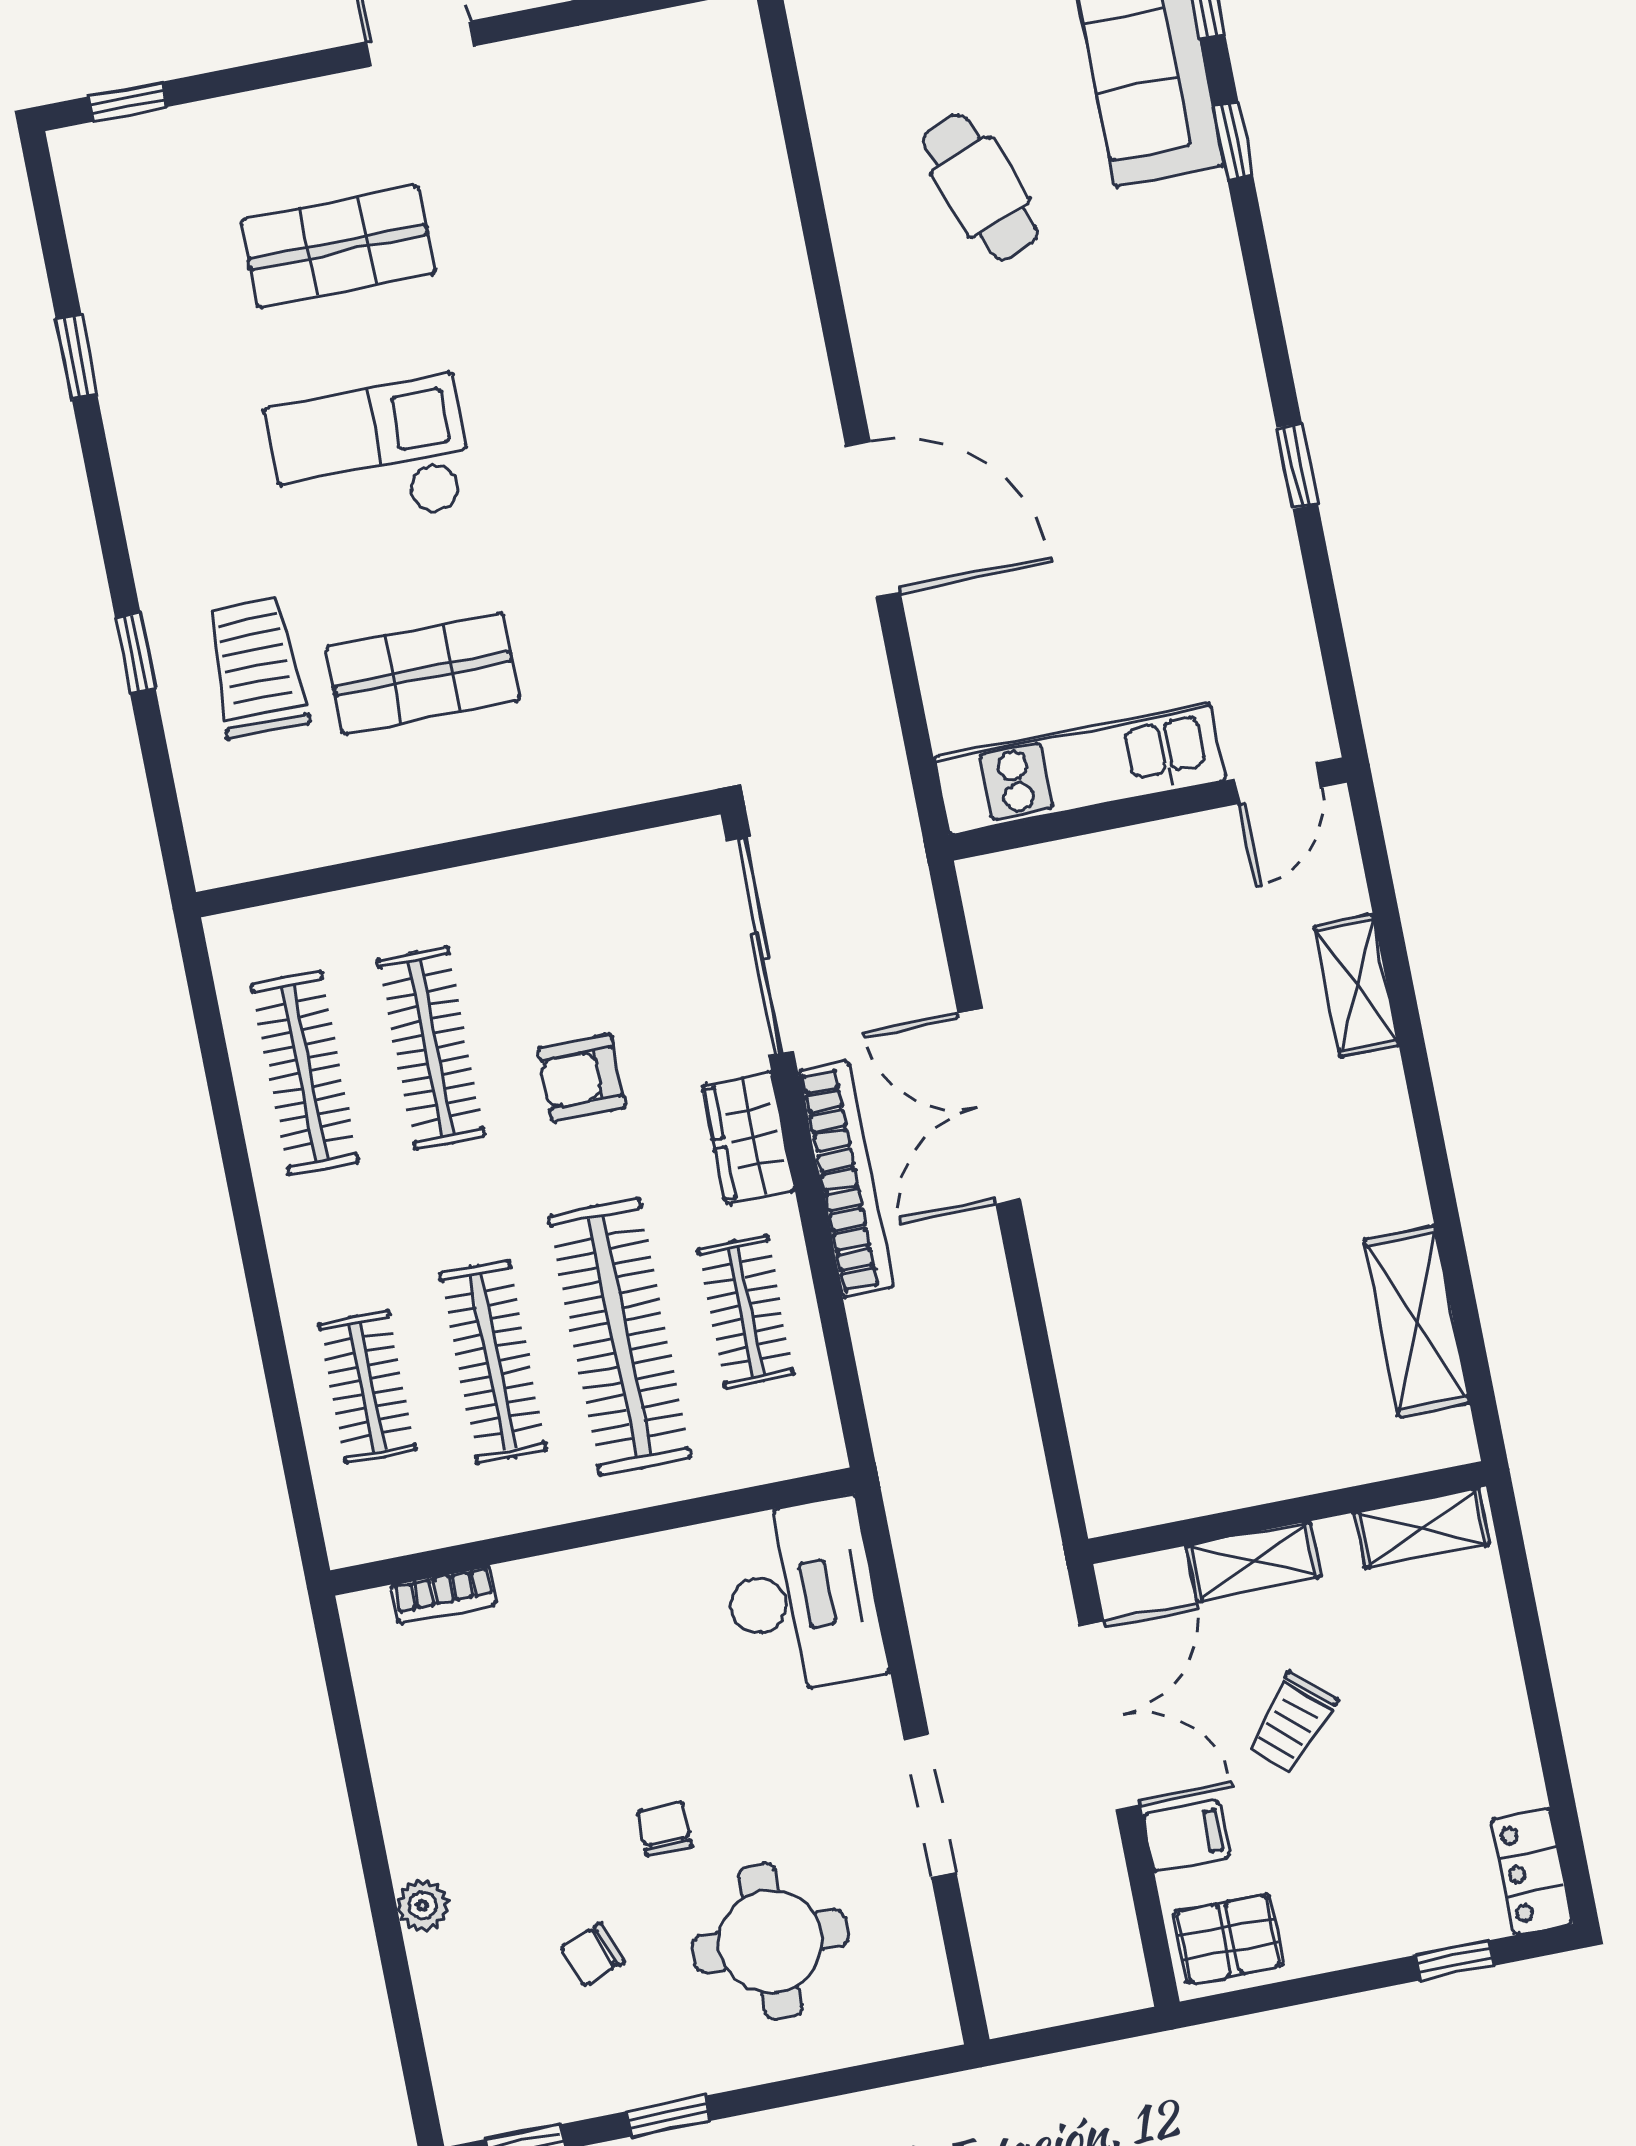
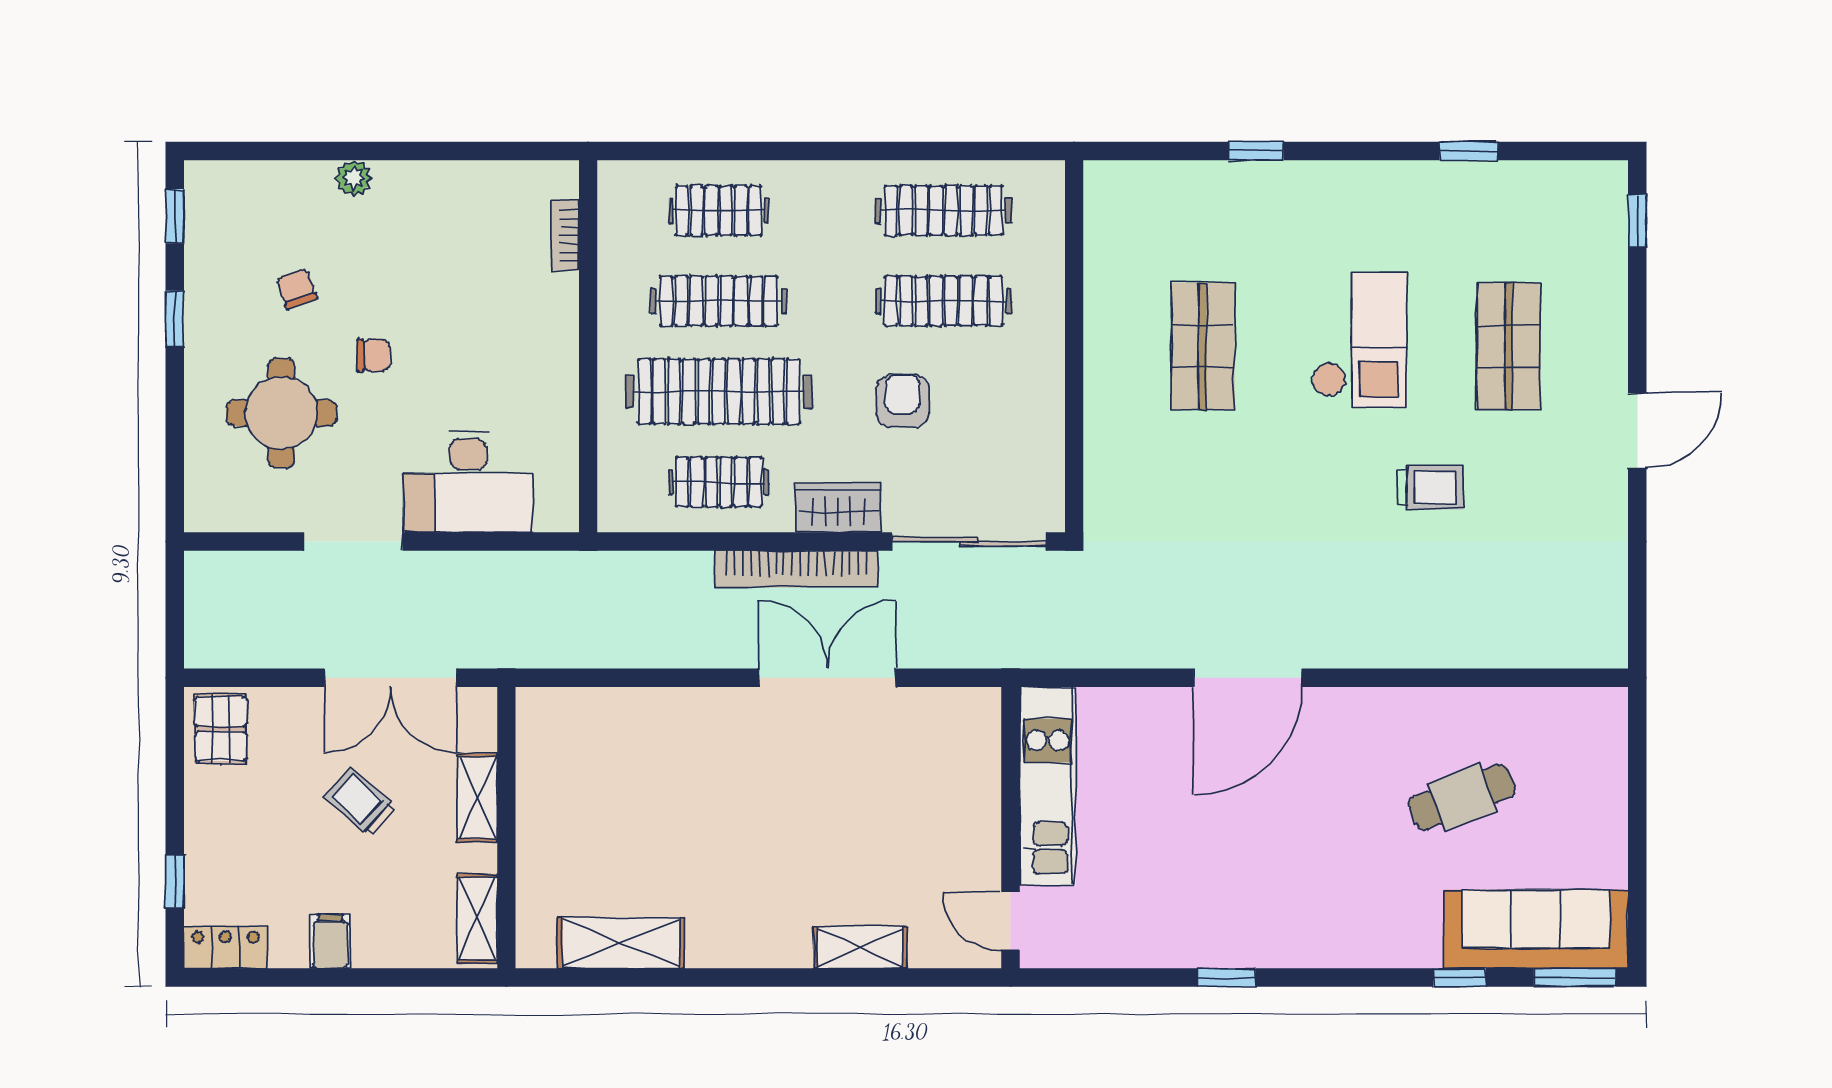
trolley: (257, 668) -> (1430, 488), moved, width x0.73, depth x0.72
desk: (802, 1597) -> (468, 482), moved
filing cabinet: (1186, 1836) -> (330, 941), moved, turned 180

